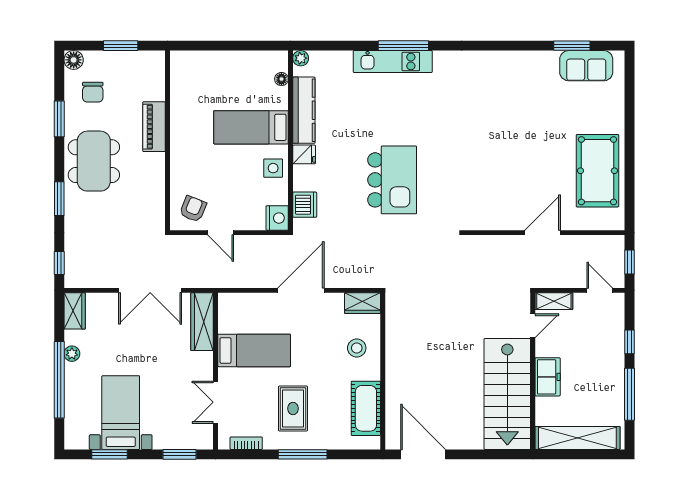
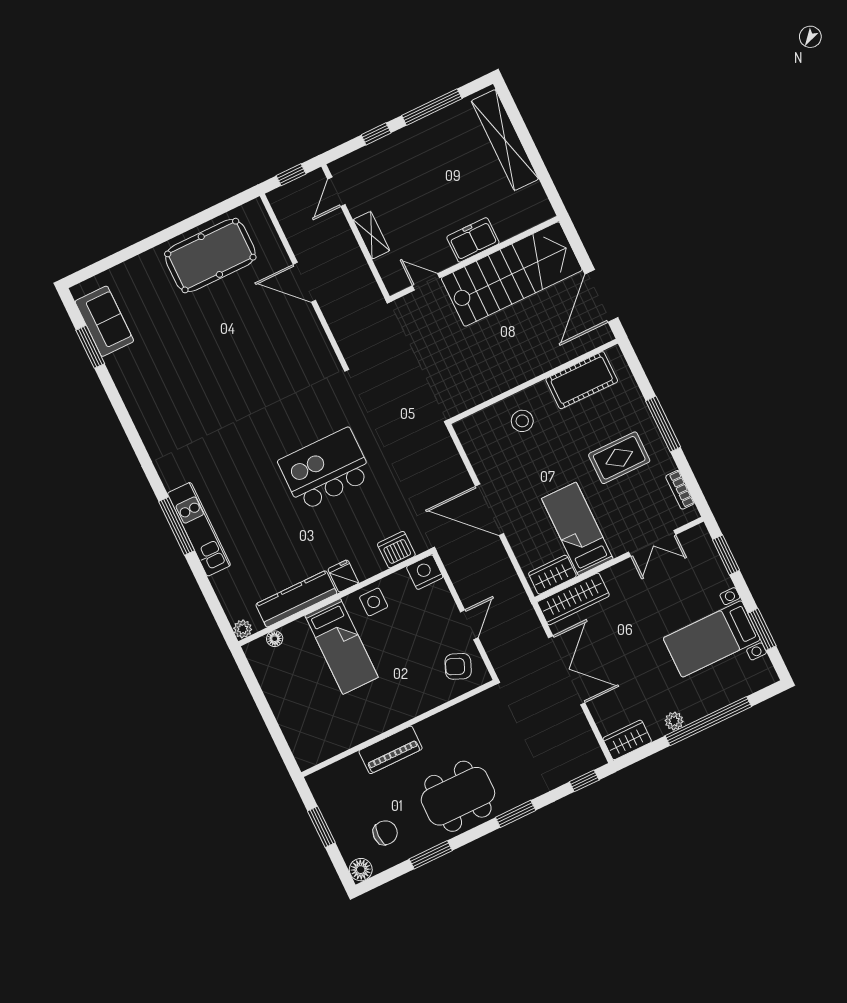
wardrobe: (363, 303) -> (552, 575), moved, turned -90
door: (533, 326) -> (426, 282), moved
wall: (533, 371) -> (474, 259), moved
freezer: (548, 377) -> (473, 240), moved
stairs: (507, 394) -> (512, 274), moved

